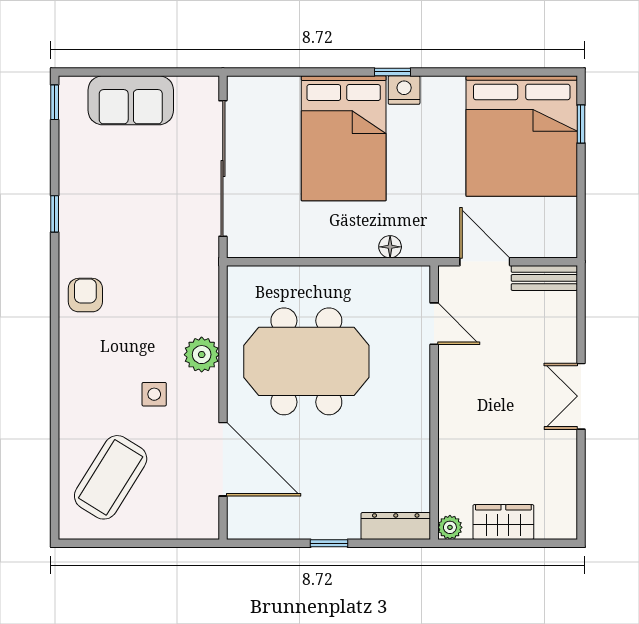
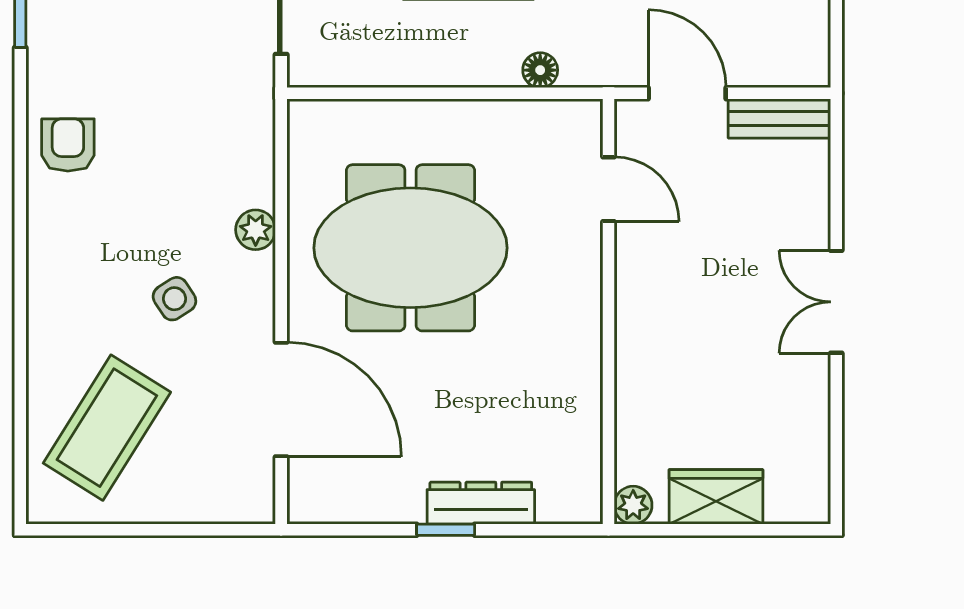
plant: (202, 355) -> (256, 230), width x0.73, depth x0.73
side table: (154, 394) -> (174, 299), turned -33
dresser: (396, 526) -> (481, 503), moved

